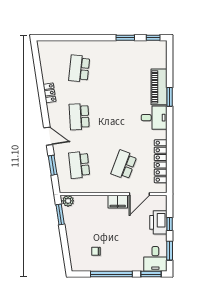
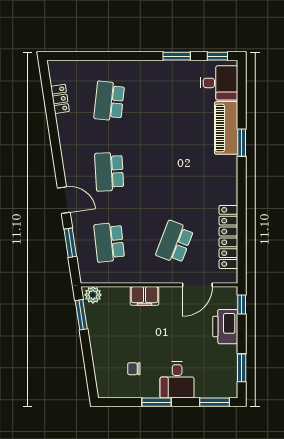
locker: (49, 93) -> (60, 99), moved
desk: (154, 118) -> (219, 83), moved
filing cabinet: (118, 202) -> (145, 296), moved
window: (170, 224) -> (242, 305), moved
desk: (155, 259) -> (177, 380), moved
window: (111, 274) -> (156, 402), width x0.47

